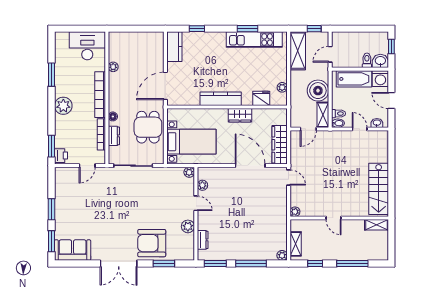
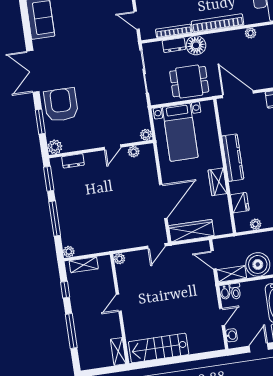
floor lamp: (113, 116) -> (196, 45), width x1.89, depth x1.89
plant: (188, 226) -> (55, 147), moved

